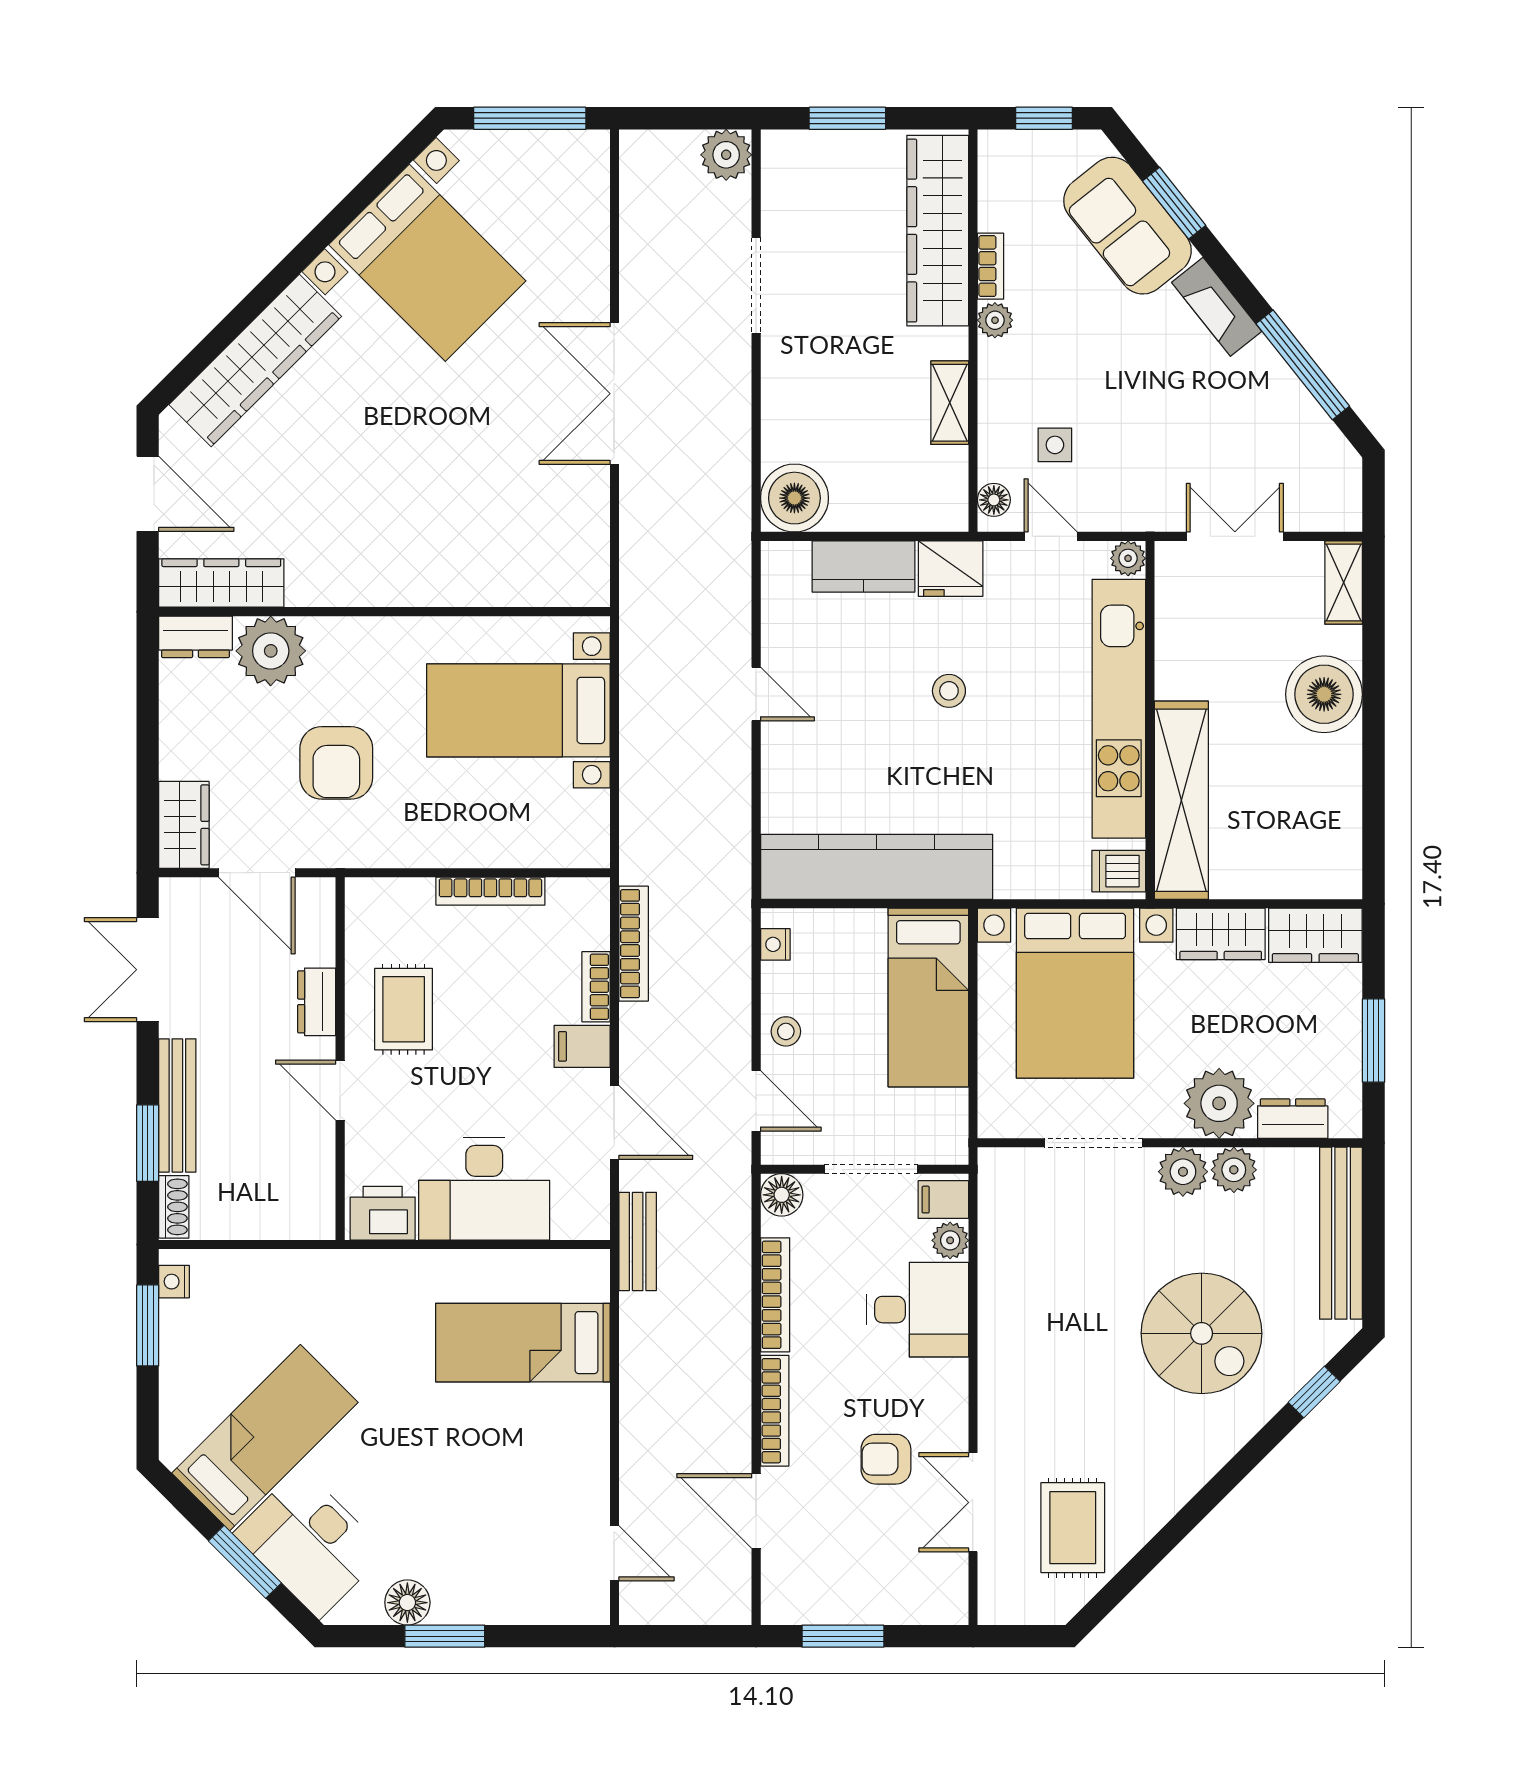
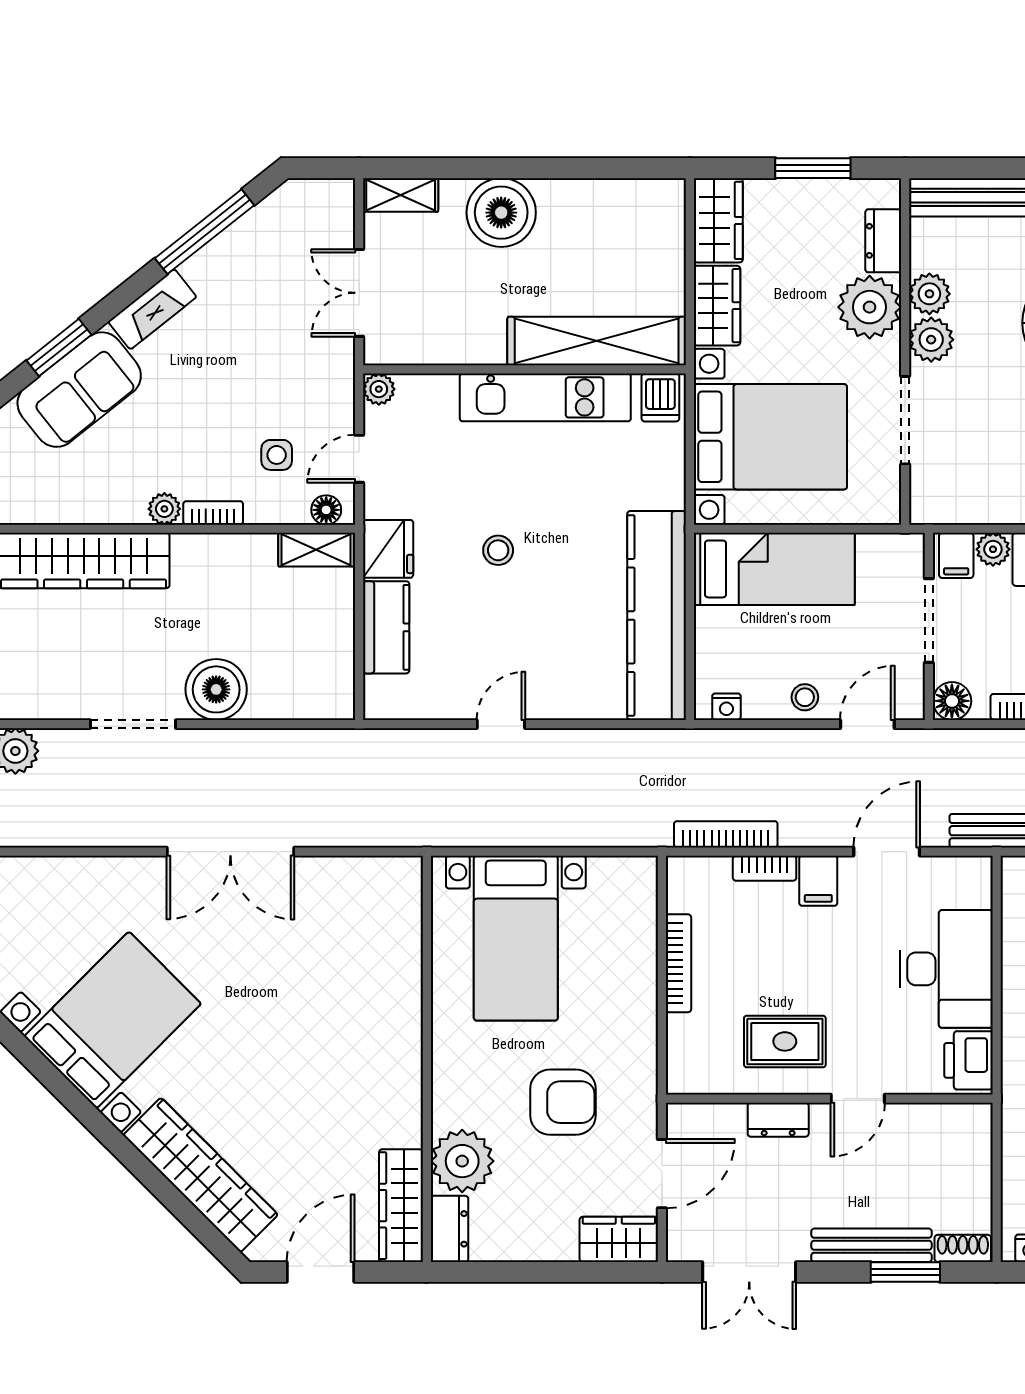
bookcase: (991, 266) -> (213, 513), moved
shelving: (950, 403) -> (316, 550), moved
boiler: (794, 498) -> (216, 689), moved
kitchen unit: (1119, 709) -> (545, 397), width x0.73

